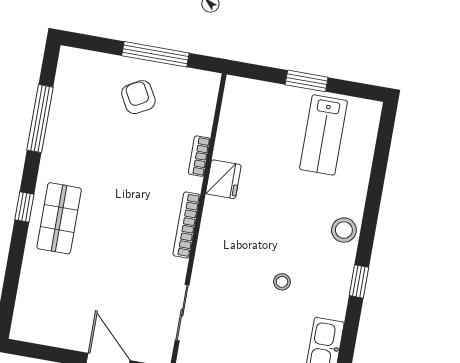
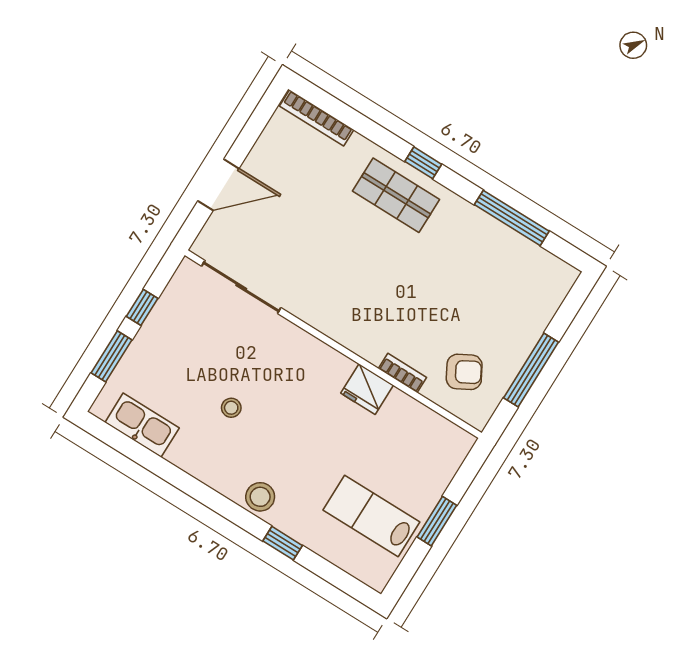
armchair: (138, 97) -> (464, 372), moved
bookcase: (187, 225) -> (317, 118), moved, turned 180
window: (359, 281) -> (283, 543), moved
sliding door: (182, 313) -> (241, 287), width x1.37

